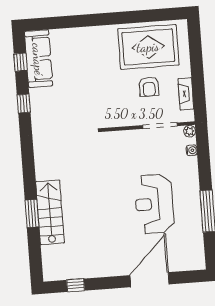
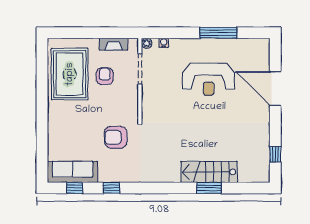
armchair: (149, 87) -> (105, 76), turned -90
armchair: (81, 104) -> (116, 137), added

